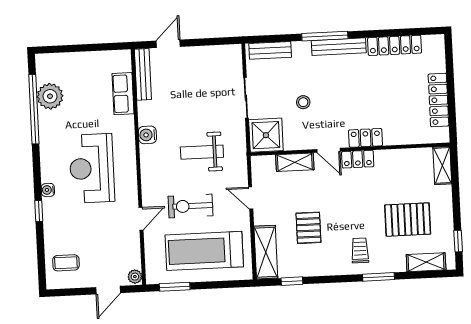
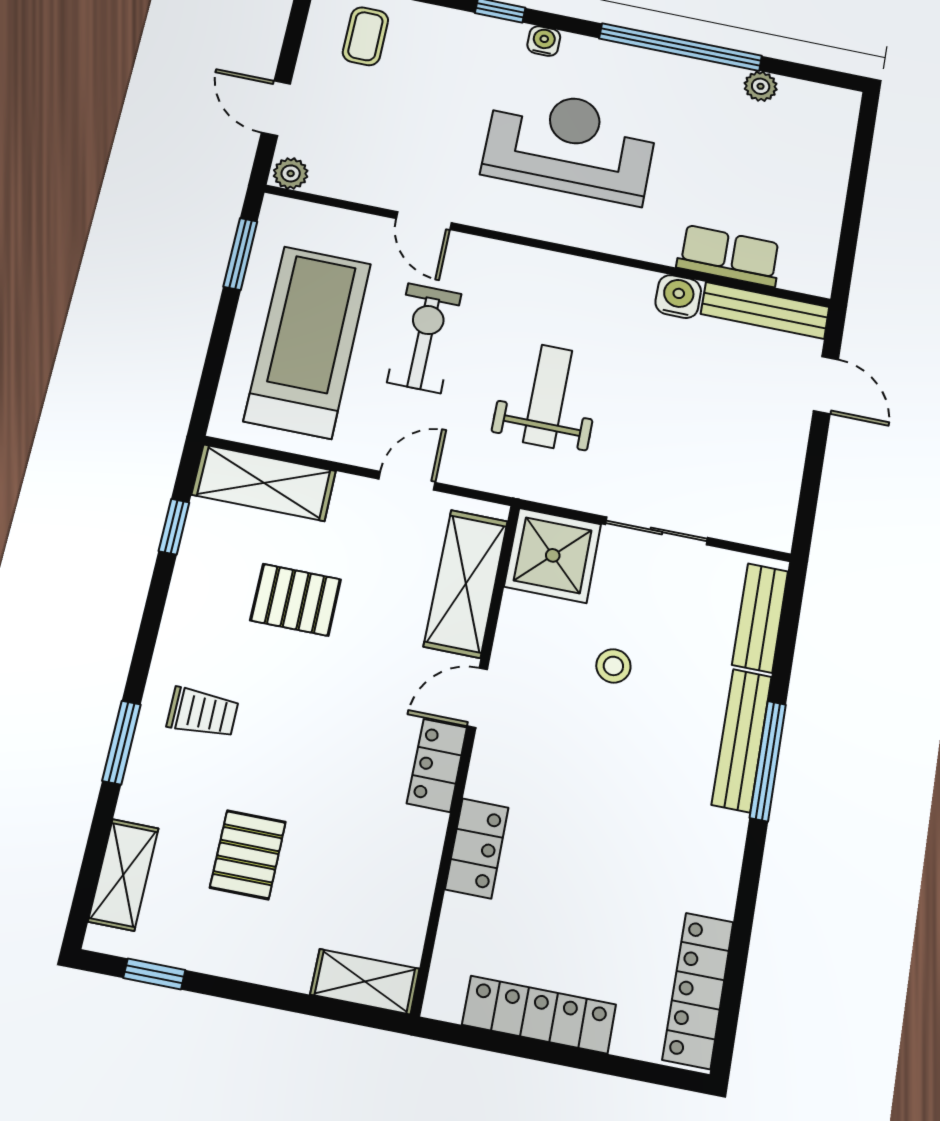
locker: (395, 45) -> (698, 990), moved
bench: (339, 47) -> (742, 740), moved
plant: (50, 96) -> (761, 86), width x0.53, depth x0.53
window: (34, 109) -> (681, 47), moved
water cooler: (147, 135) -> (678, 297), moved
locker: (366, 138) -> (477, 848), moved
shelving: (295, 162) -> (466, 584), width x1.50, depth x1.33
pallet: (408, 220) -> (248, 855), width x0.67, depth x0.71

